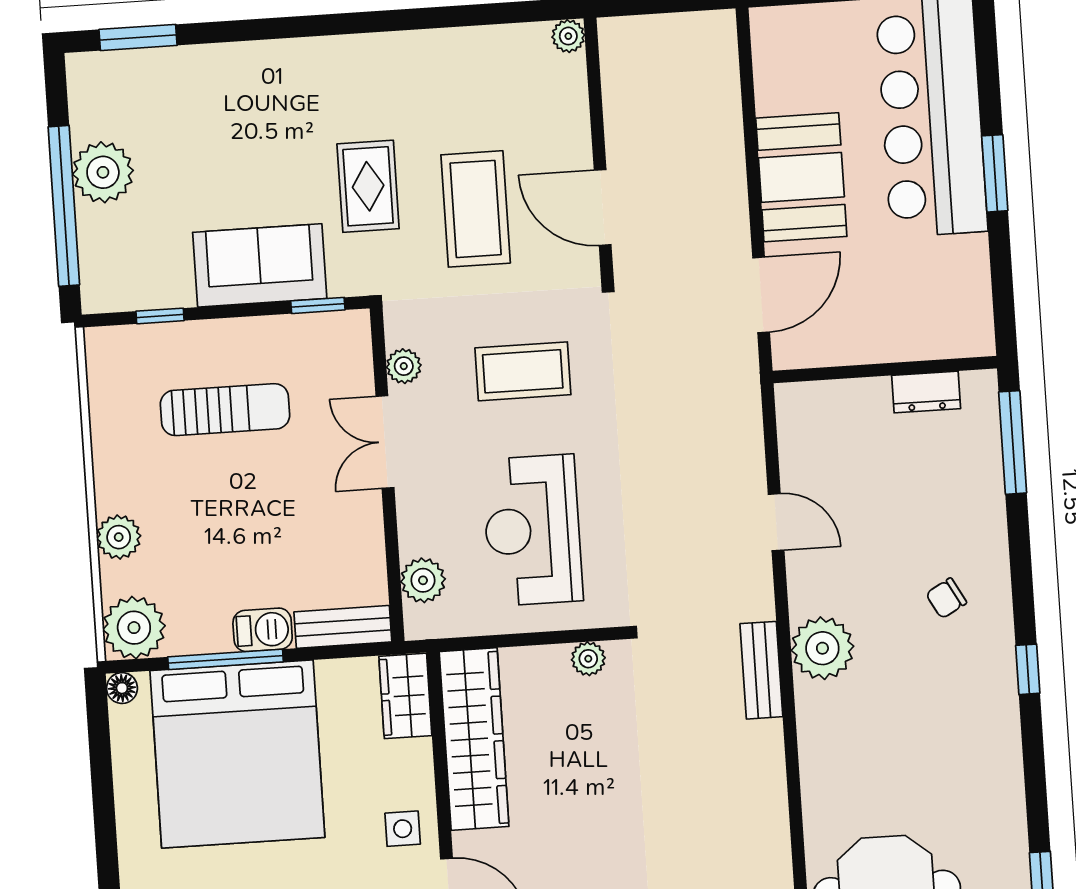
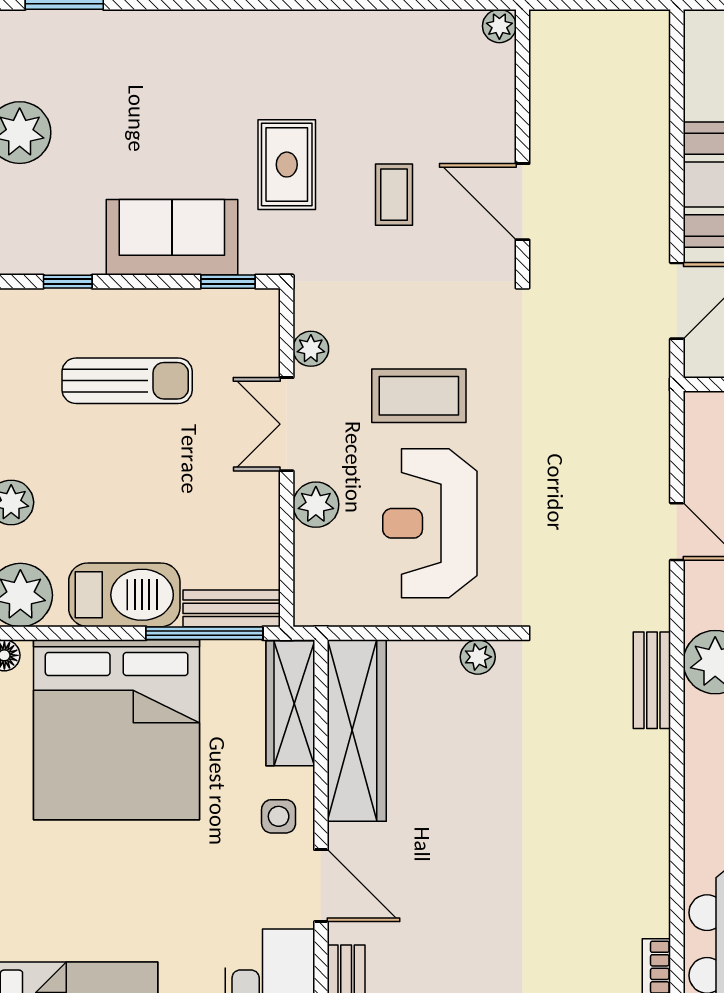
coffee table: (476, 209) -> (394, 195), width x0.54, depth x0.58
coffee table: (523, 371) -> (419, 396), moved
plant: (423, 580) -> (316, 505), moved
barbecue: (263, 630) -> (124, 595), width x1.88, depth x1.53
window: (226, 659) -> (204, 633), moved
wardrobe: (405, 696) -> (290, 703), width x1.50

